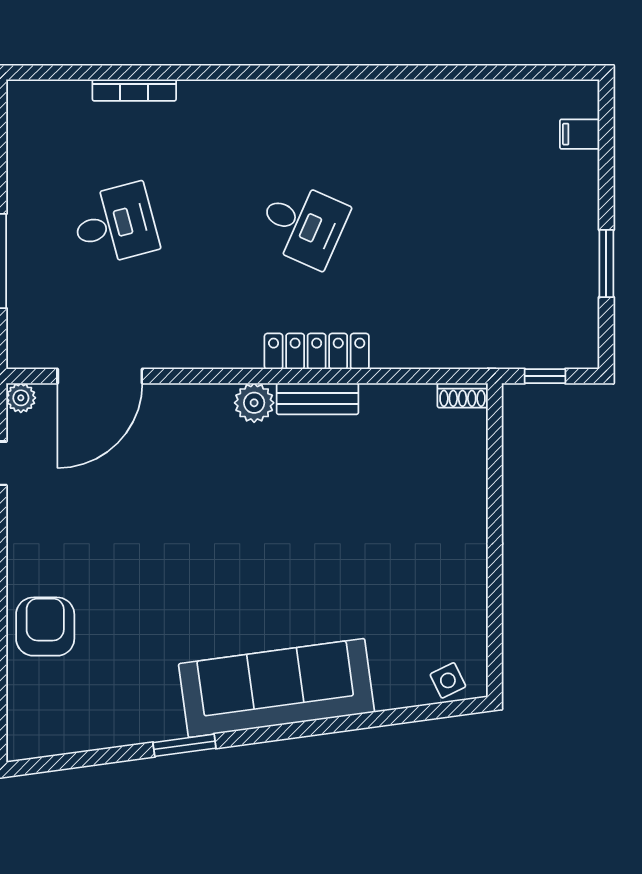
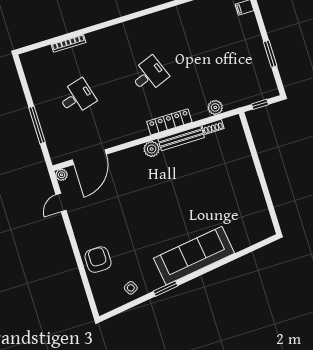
desk: (303, 224) -> (149, 75), turned -45
plant: (436, 351) -> (215, 107), added
shoe rack: (463, 395) -> (213, 127), moved
bench: (318, 399) -> (181, 138), width x1.36
side table: (448, 680) -> (131, 288), moved

